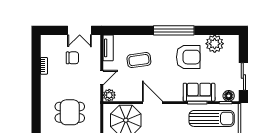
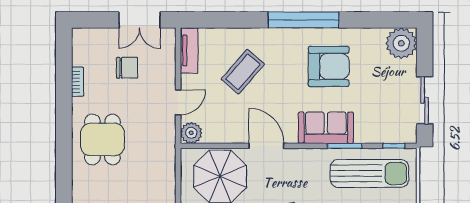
plant: (215, 44) -> (401, 43), moved
coffee table: (139, 60) -> (243, 72), turned -41
sofa: (199, 92) -> (326, 128), moved
floor lamp: (229, 96) -> (399, 134), removed
dining table: (70, 112) -> (102, 139), moved, turned 90

